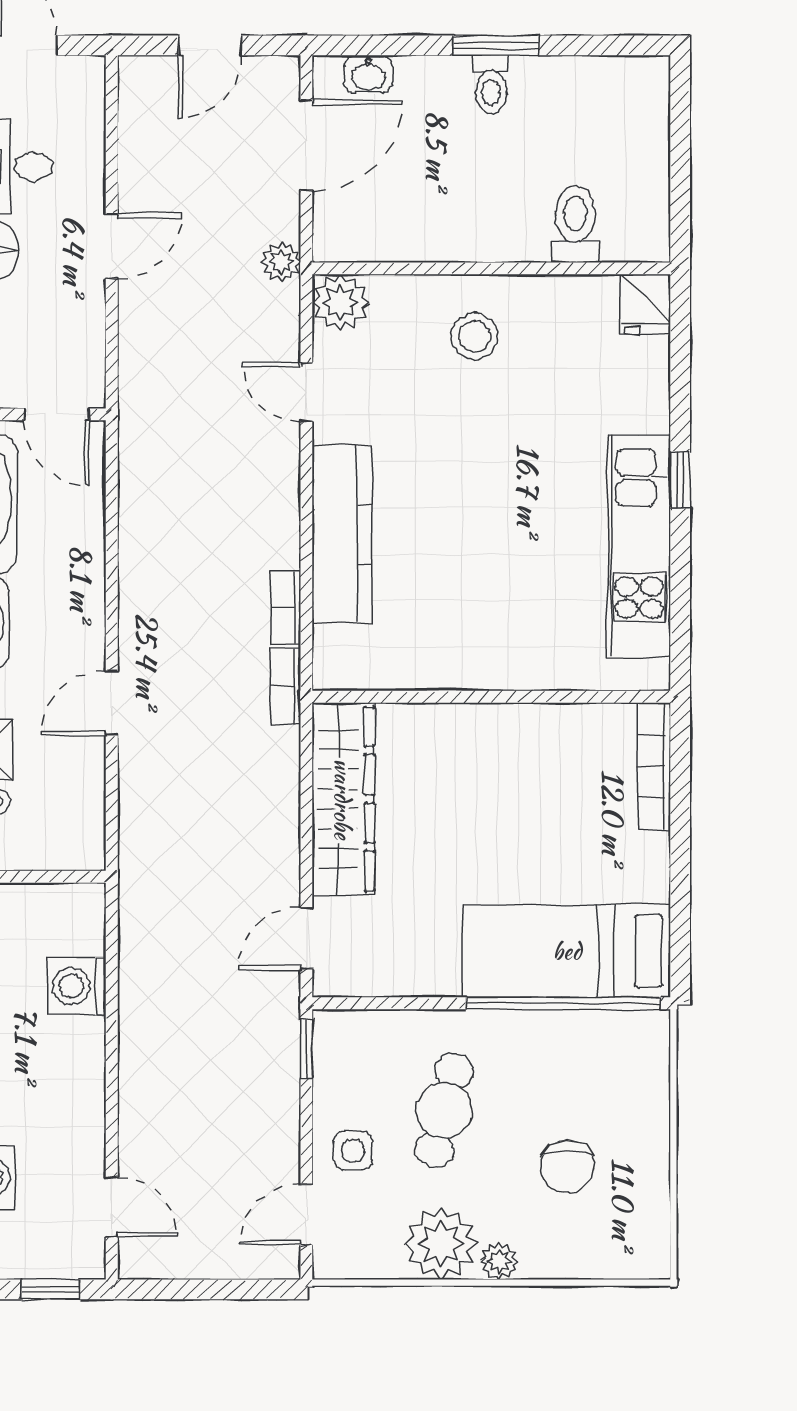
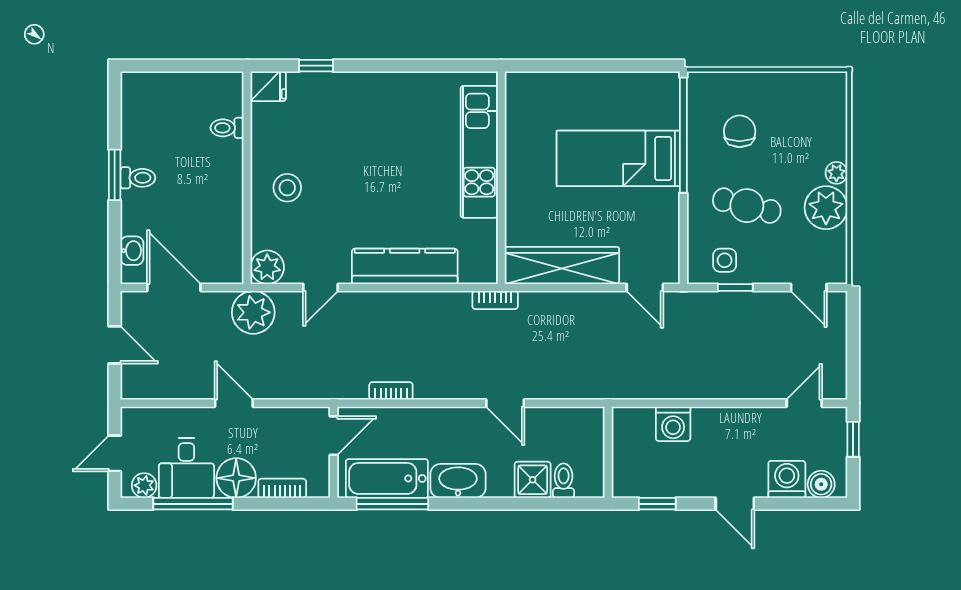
toilet: (575, 224) -> (227, 128), width x0.73, depth x0.72
plant: (281, 262) -> (253, 312), width x1.87, depth x1.87
window: (680, 480) -> (316, 66), moved
kitchen unit: (639, 546) -> (479, 152), moved, turned 90
bookcase: (286, 608) -> (391, 391), moved, turned 180
bookcase: (654, 766) -> (543, 81), removed
bed: (567, 951) -> (618, 158), moved, turned 90
window: (306, 1049) -> (735, 287), moved
side table: (353, 1151) -> (725, 260), moved
chair: (567, 1167) -> (740, 131), moved, turned -90

